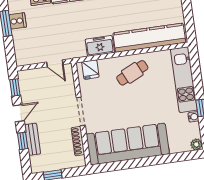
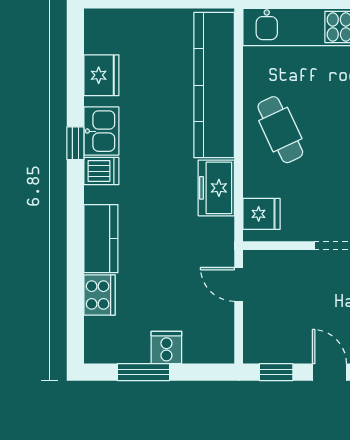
cooker: (18, 21) -> (166, 347), moved
door: (55, 63) -> (239, 284), swing flipped

